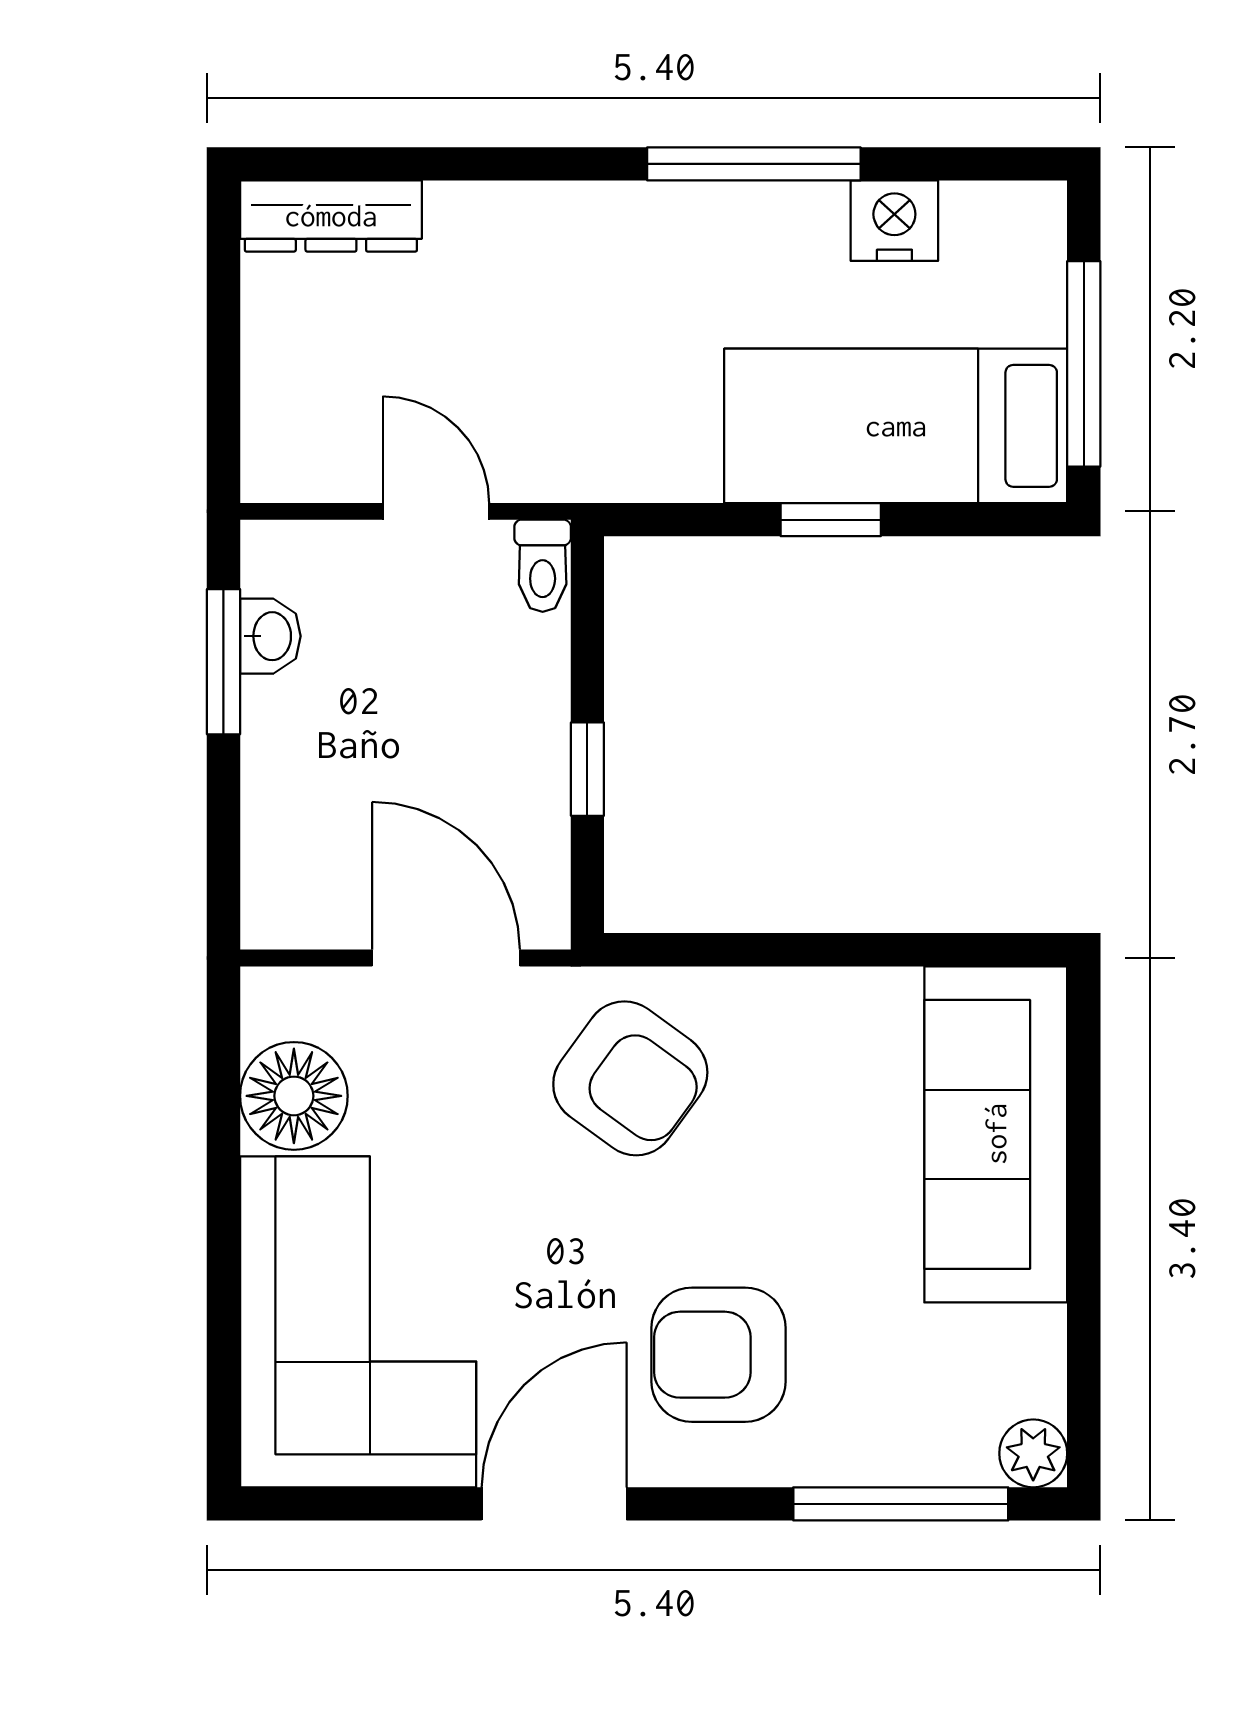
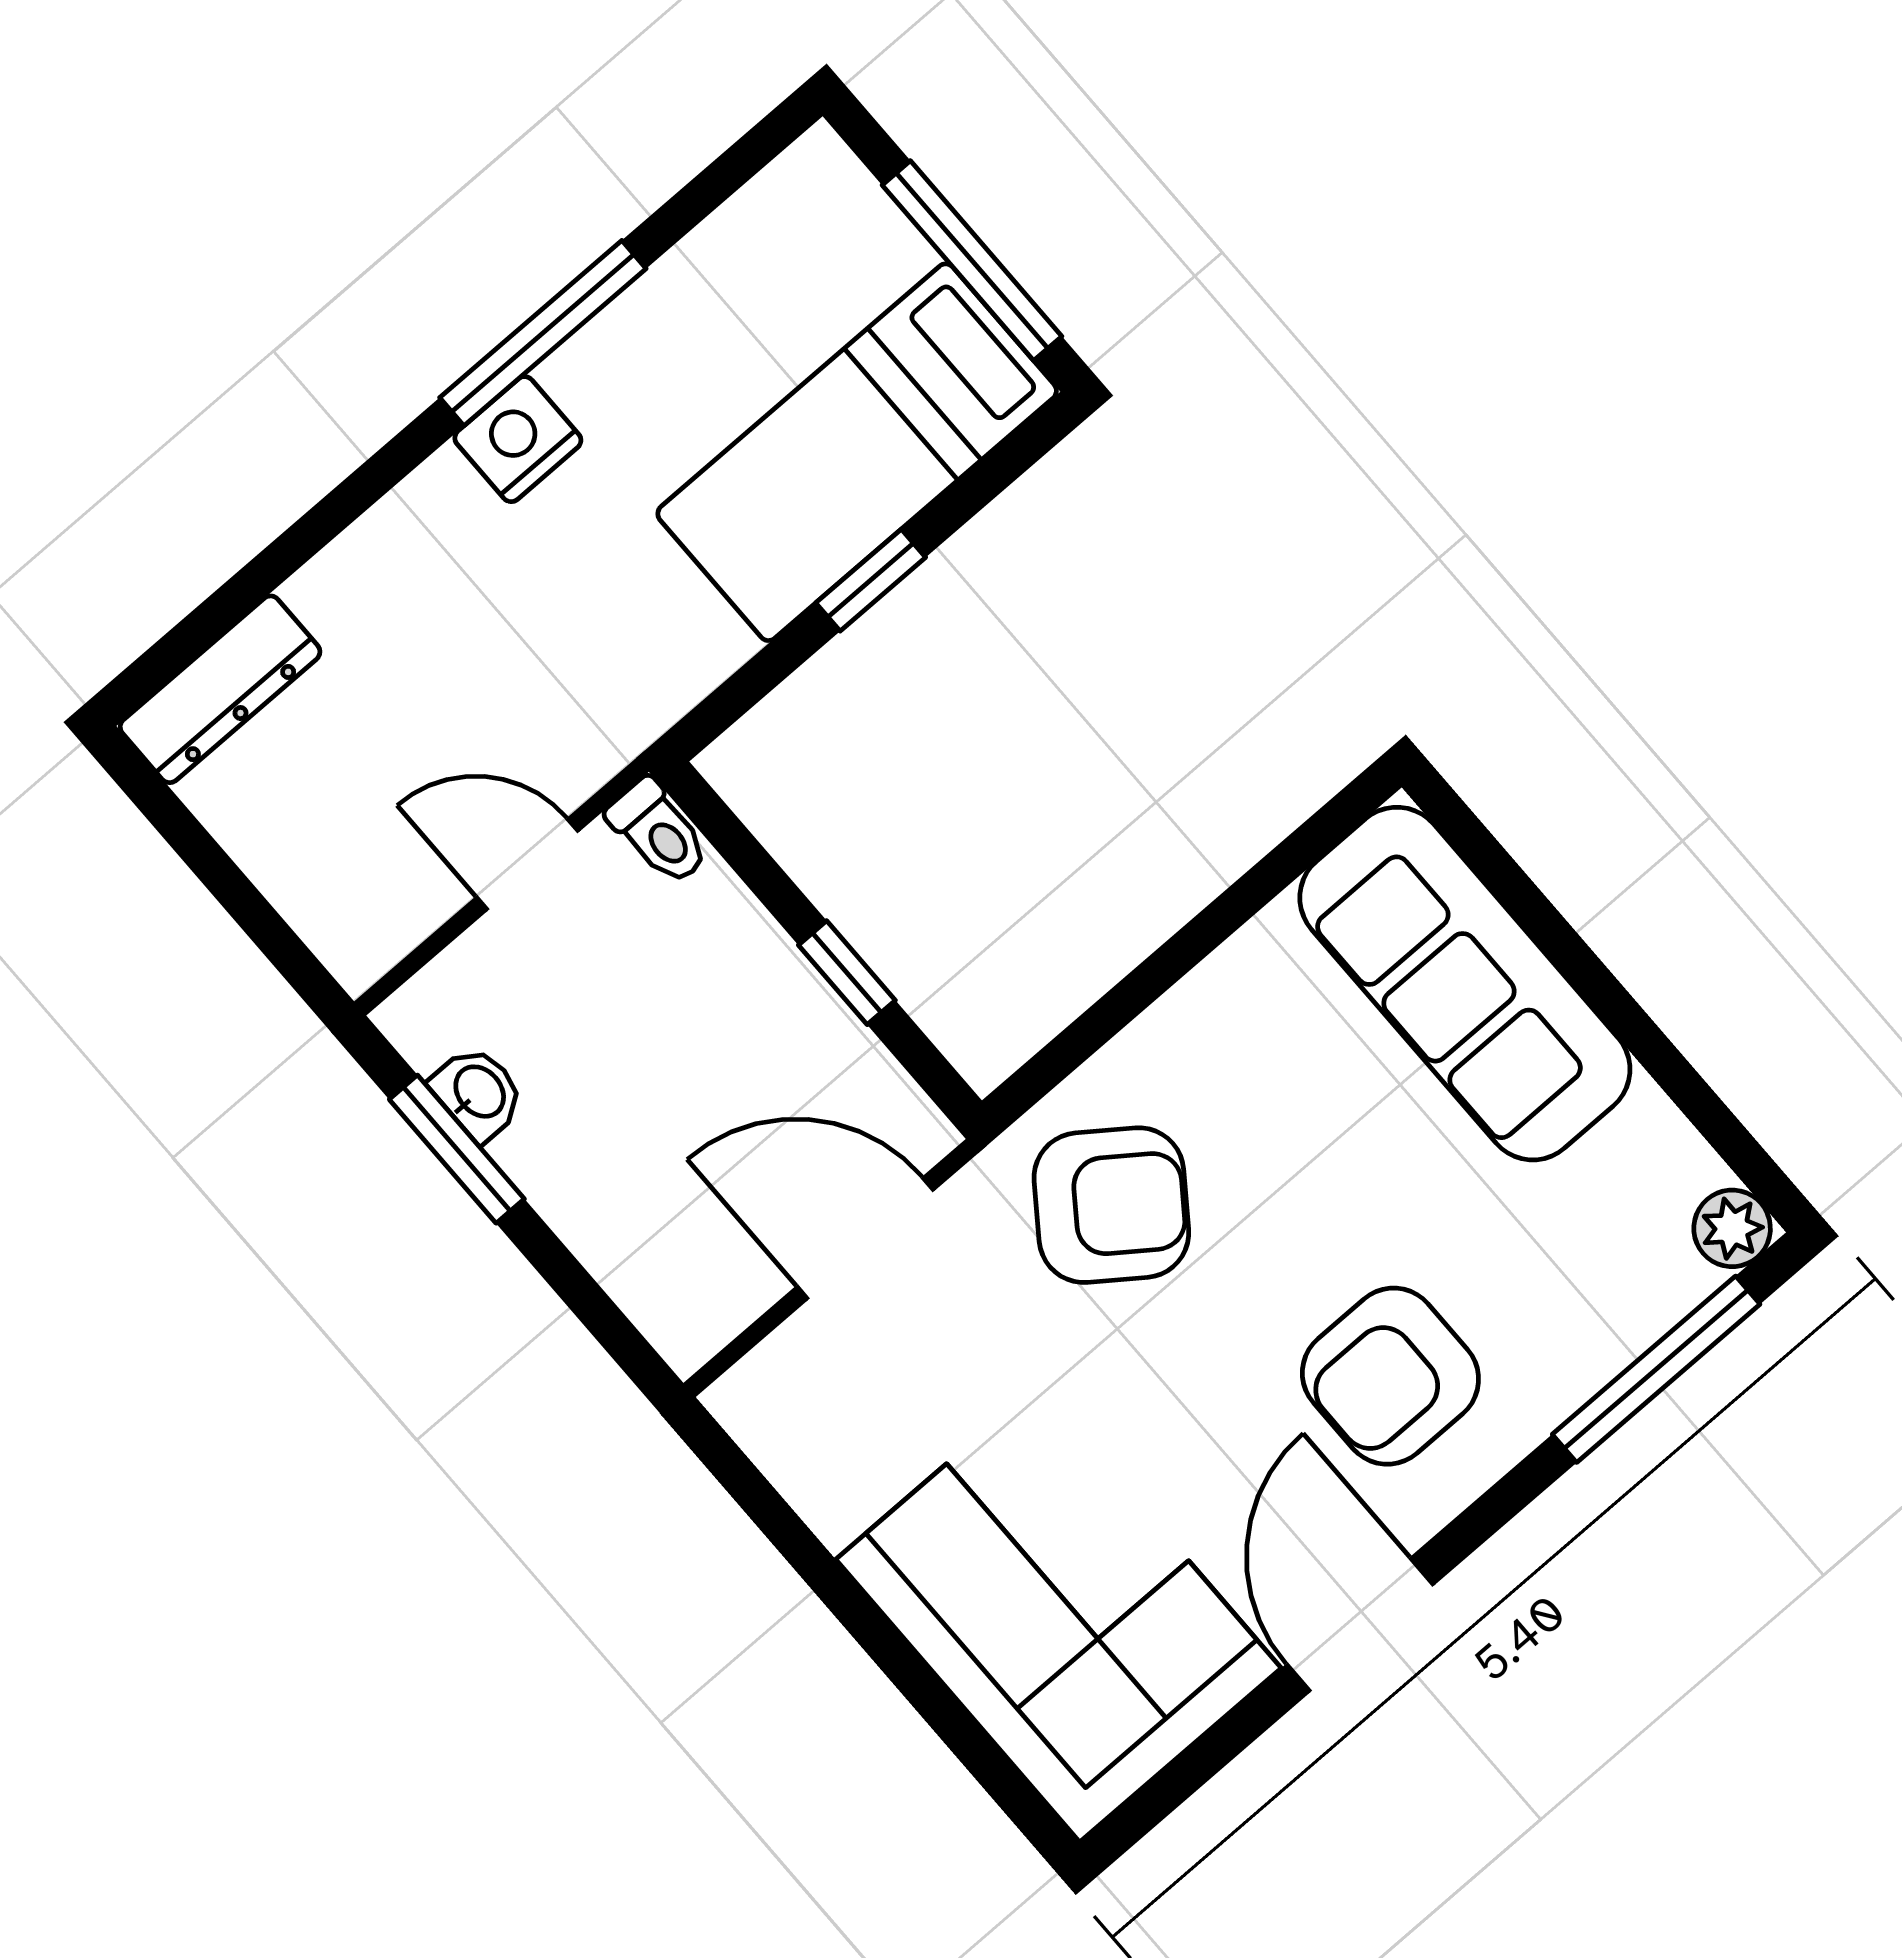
nightstand: (894, 221) -> (518, 439), moved
floor lamp: (294, 1096) -> (837, 1468), removed

